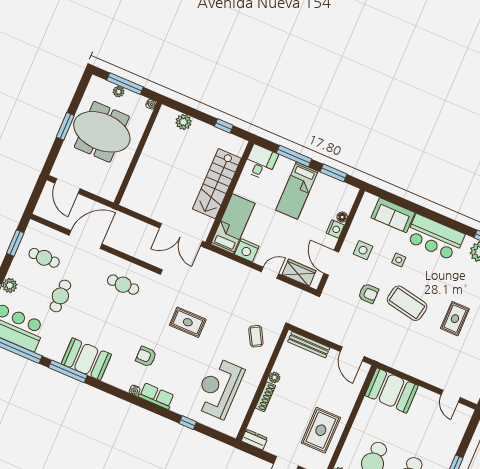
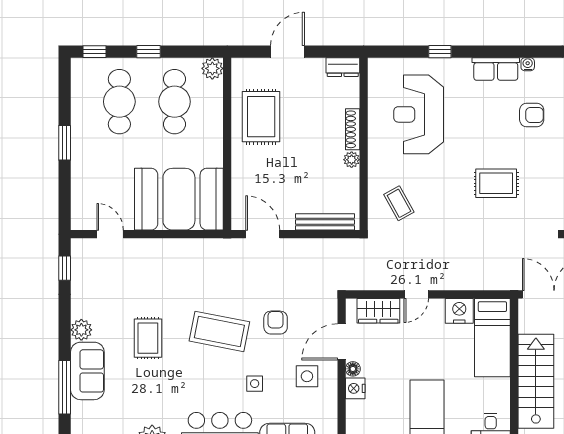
floor lamp: (342, 217) -> (353, 369), moved
door: (331, 263) -> (342, 342), swing flipped
armchair: (368, 293) -> (276, 323), turned 90
reception desk: (219, 388) -> (419, 114), turned 180
booth: (392, 390) -> (179, 199), width x1.36, depth x1.42

